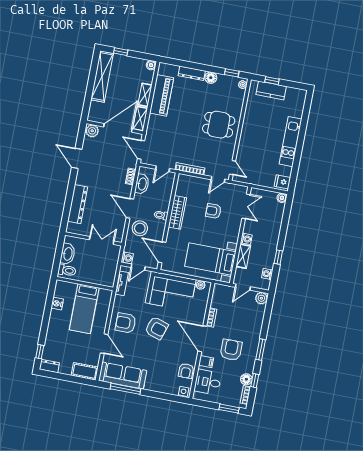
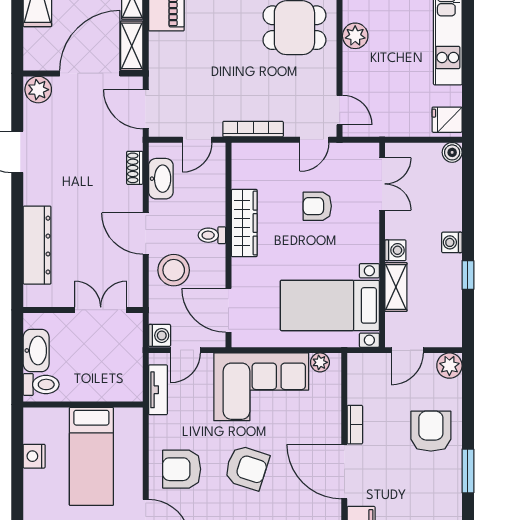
plant: (247, 134) -> (355, 36), added
washing machine: (267, 274) -> (452, 242), moved
armchair: (231, 350) -> (431, 431), moved

